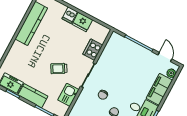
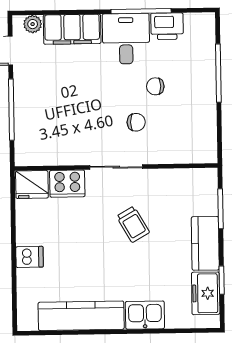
fridge: (82, 22) -> (32, 185), moved, turned 90
kitchen sink: (68, 95) -> (145, 315), moved, turned 180

